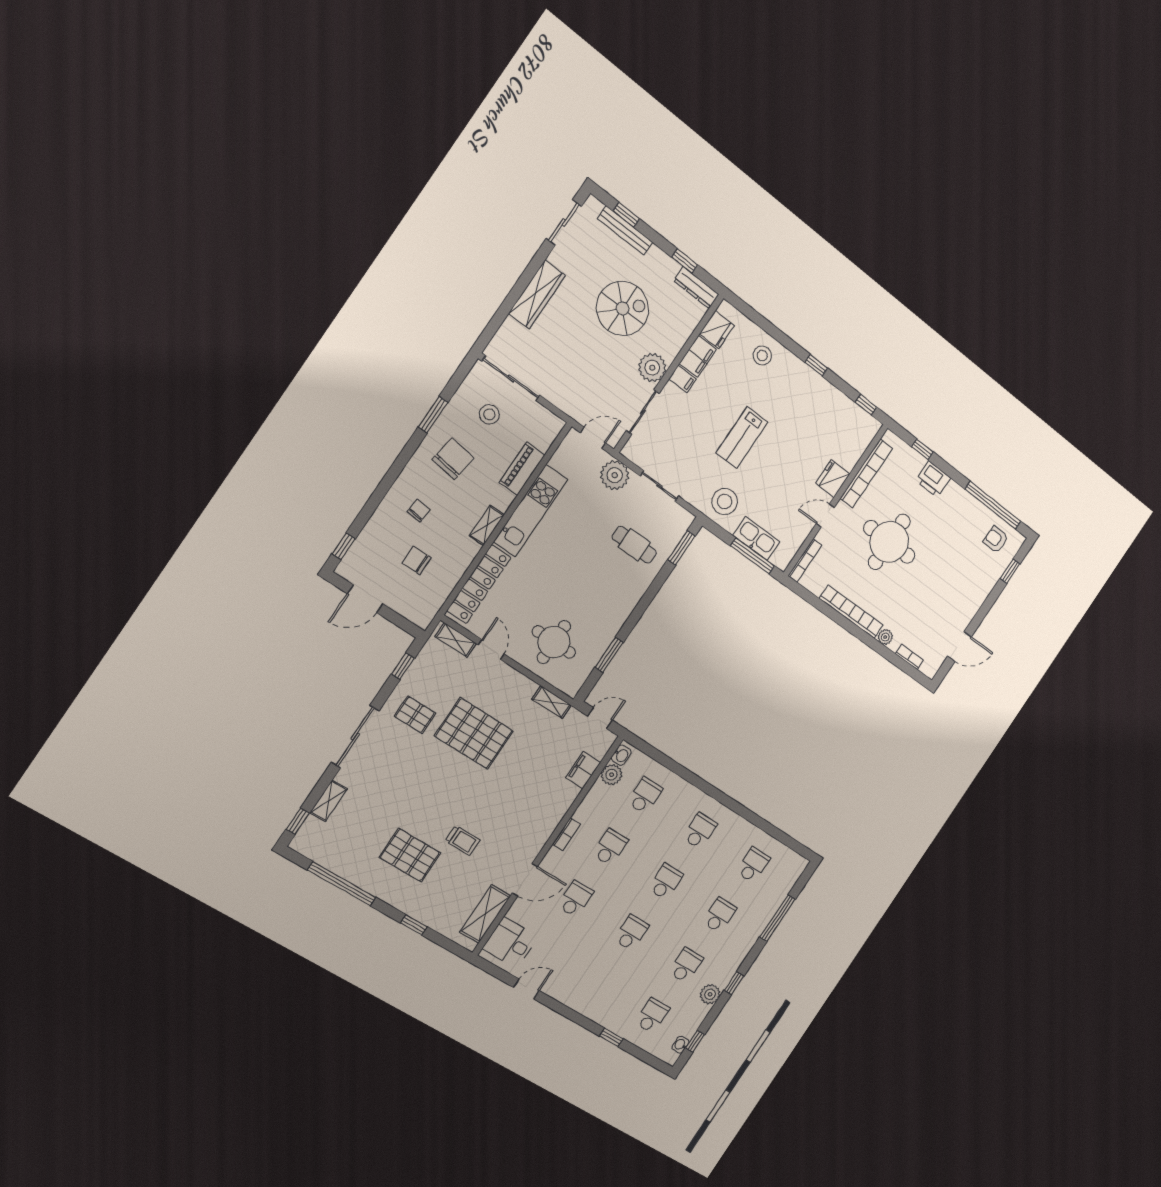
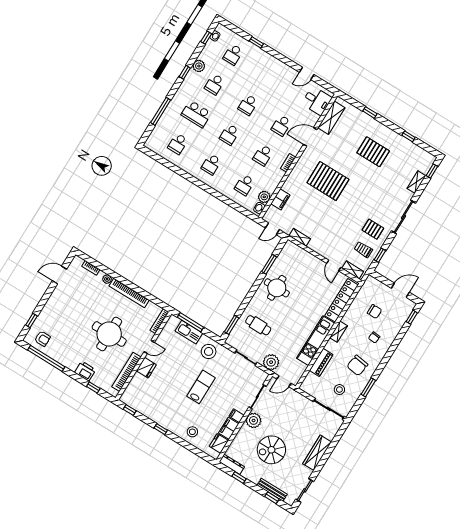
round table: (554, 642) -> (277, 288), moved
pallet: (474, 733) -> (328, 181), moved
trolley: (463, 841) -> (363, 250), moved
window: (342, 884) -> (409, 136), width x0.32
school desk: (720, 915) -> (196, 114), width x1.85

